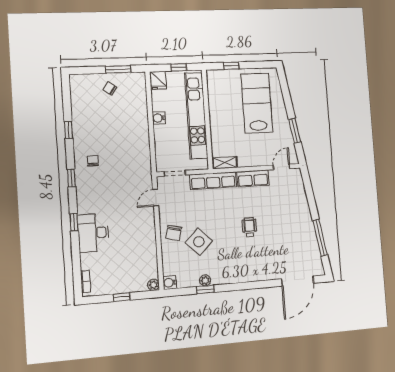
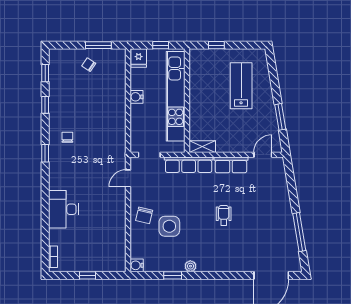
lab bench: (257, 103) -> (241, 86), width x0.73, depth x0.72
window: (74, 222) -> (45, 73), moved
side table: (199, 242) -> (169, 226), turned 45
plant: (205, 280) -> (190, 266), moved
plant: (153, 285) -> (120, 266), removed

